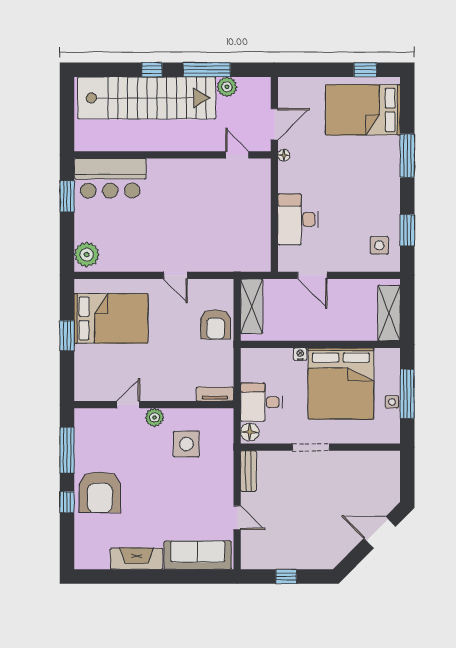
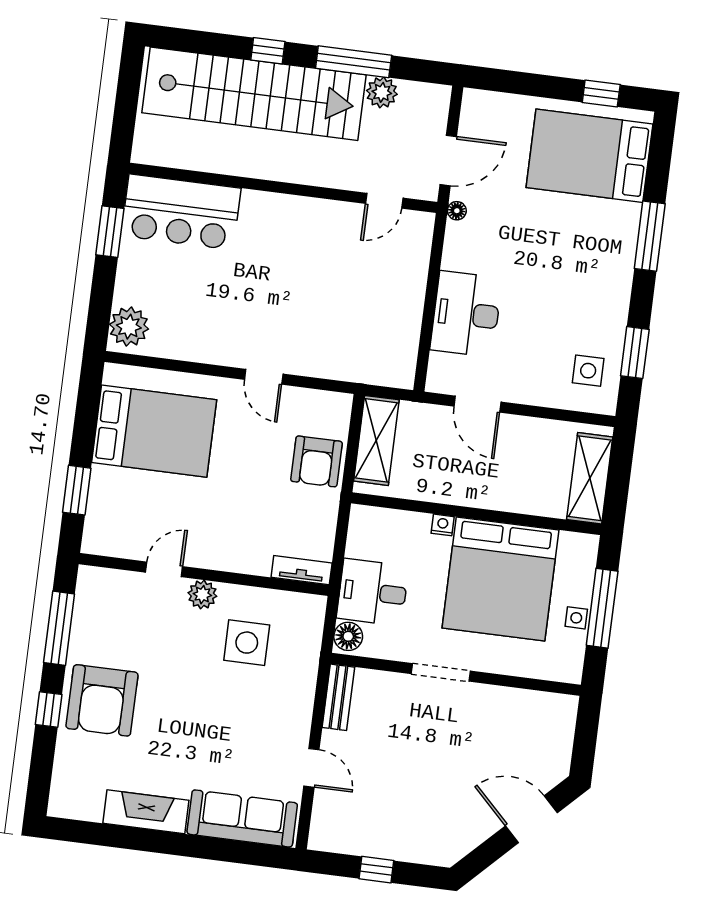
door: (237, 155) -> (384, 201), swing flipped
window: (67, 336) -> (77, 490), moved

